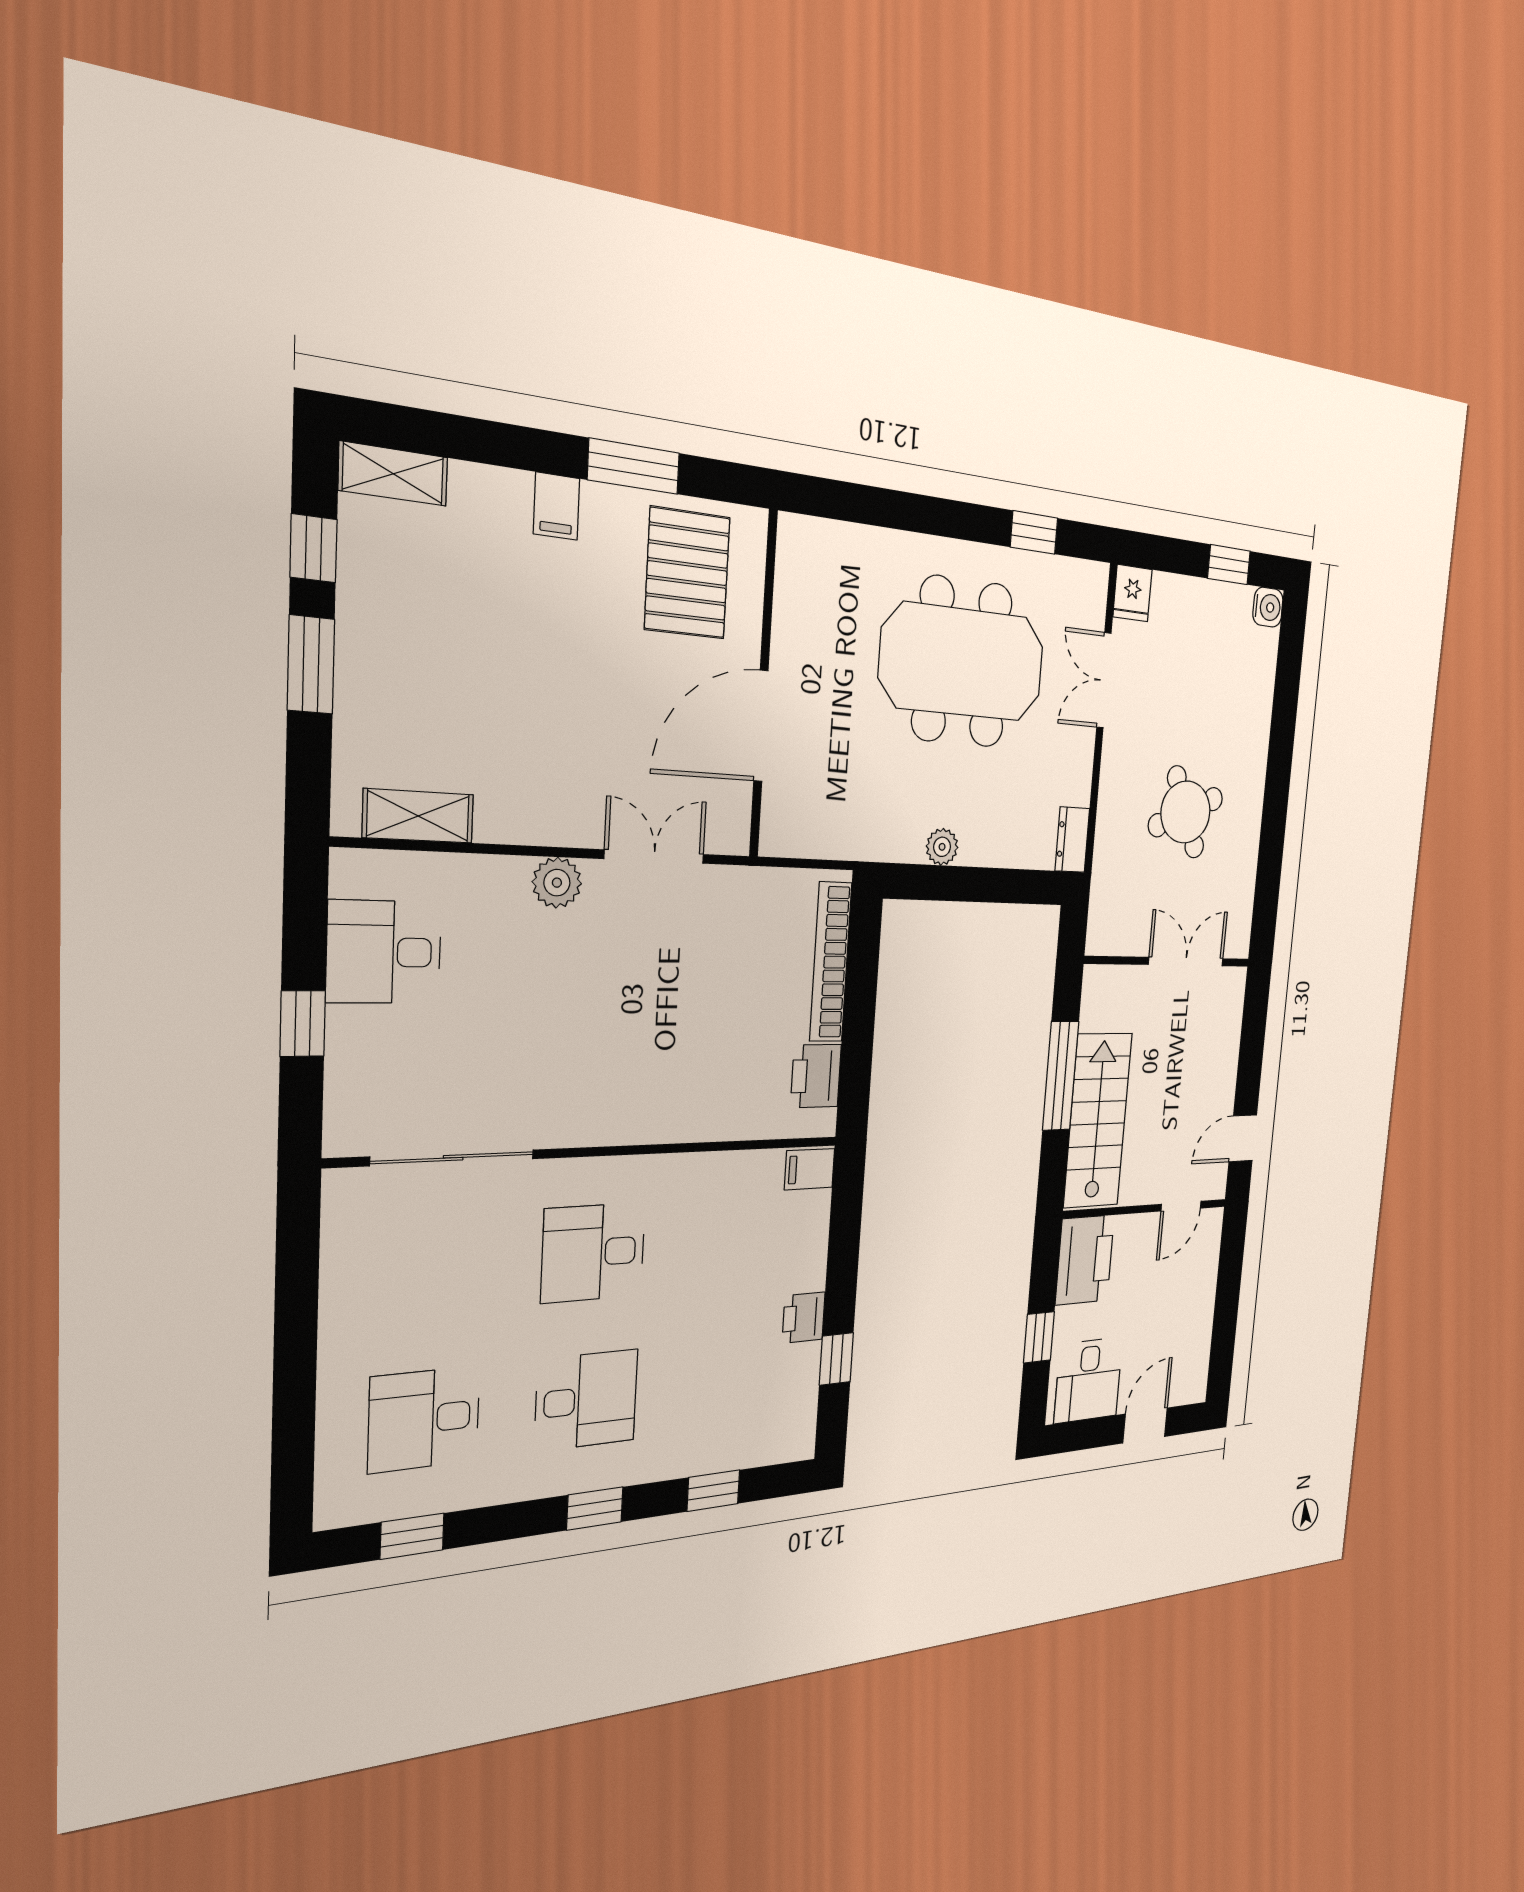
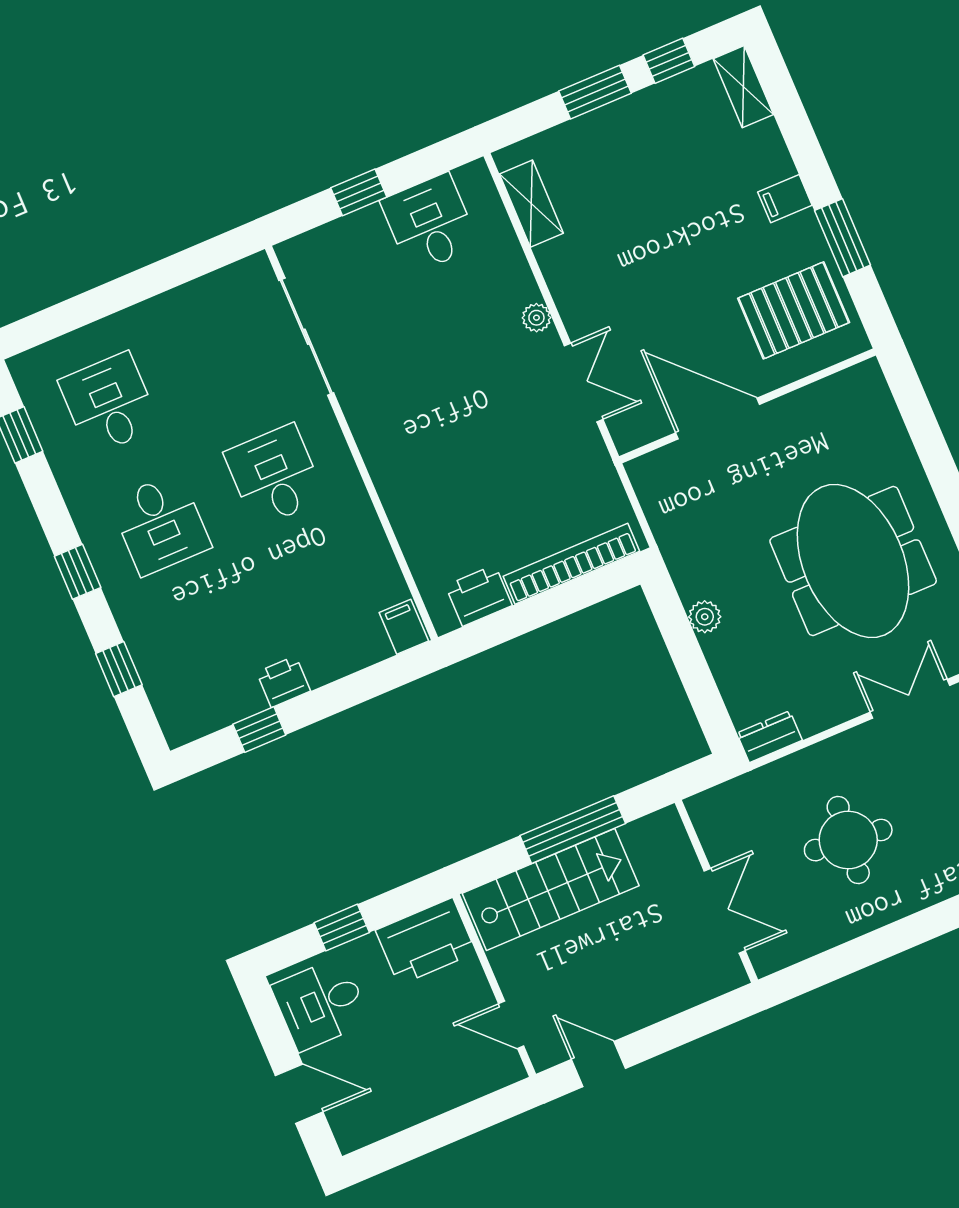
round table: (1186, 812) -> (848, 840), turned 30
plant: (557, 883) -> (536, 318), width x0.73, depth x0.73

